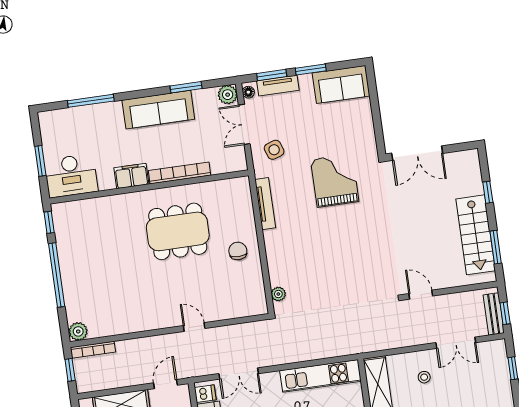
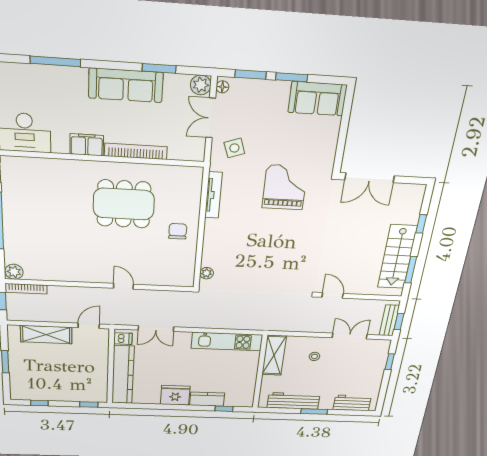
tv unit: (278, 86) -> (254, 86), removed
double door: (456, 343) -> (350, 336), swing flipped

